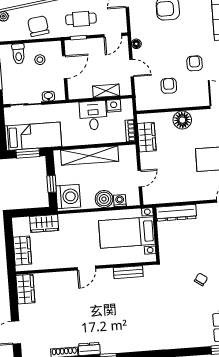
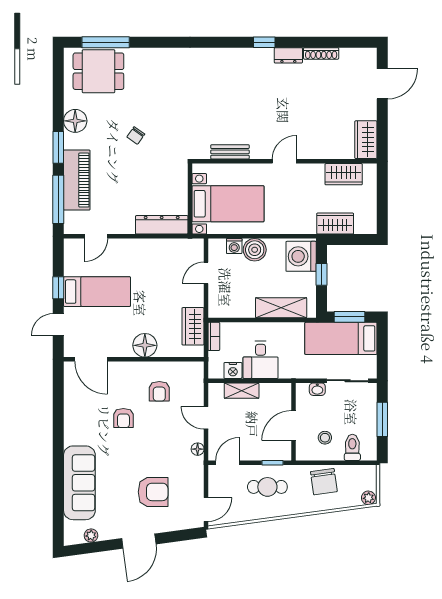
shelving: (90, 156) -> (281, 308), width x0.68
wardrobe: (22, 251) -> (344, 174), moved, turned -90

